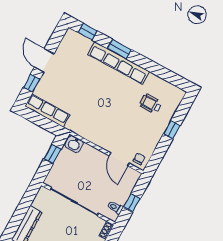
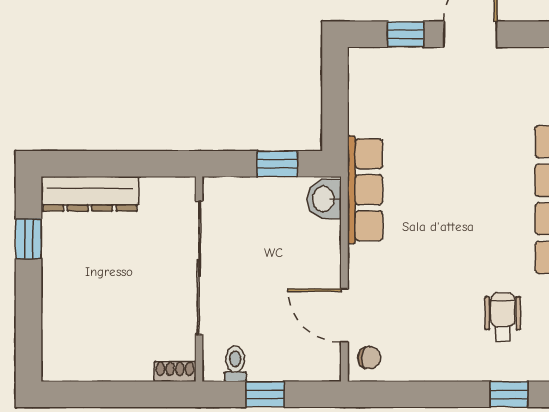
row of seats: (47, 111) -> (365, 190), moved
window: (172, 130) -> (509, 394), moved
door: (119, 159) -> (344, 316), hinge flipped

